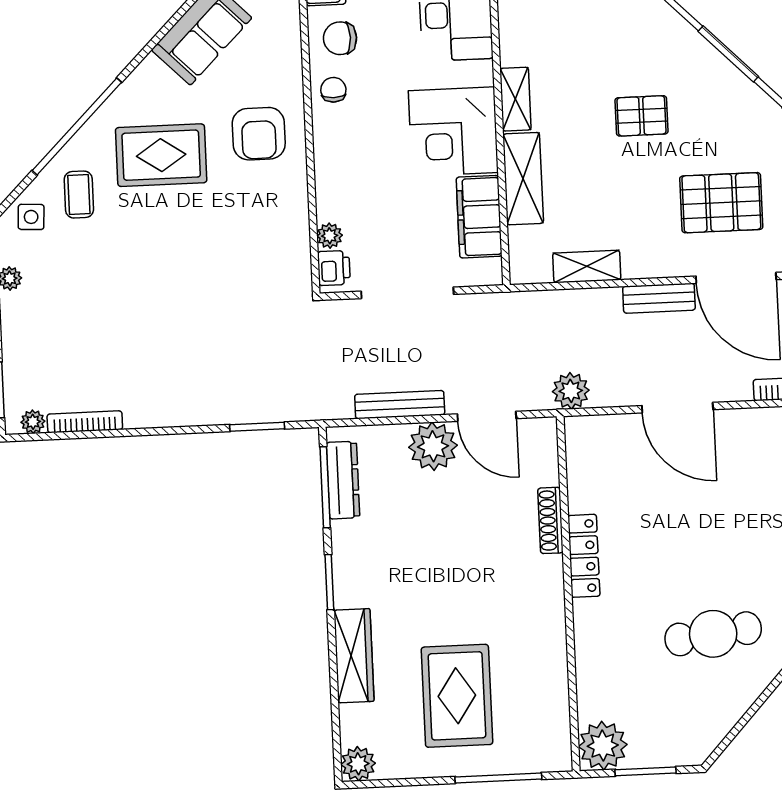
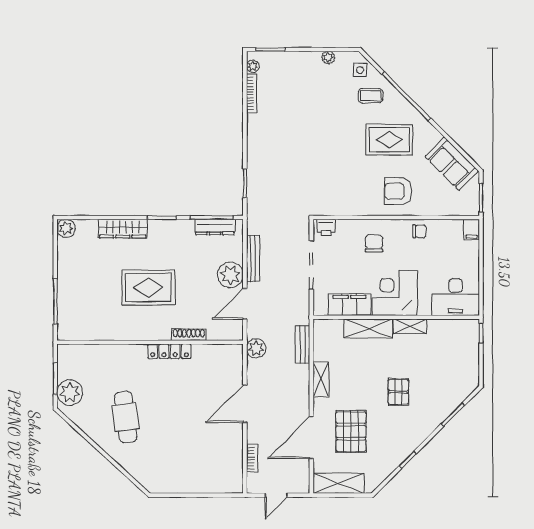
chair: (340, 38) -> (374, 243), moved
rug: (161, 155) -> (389, 140), turned 90
plant: (330, 236) -> (343, 226), removed
shelving: (587, 266) -> (321, 379), moved
bench: (659, 298) -> (303, 344), moved
rug: (457, 696) -> (148, 288), moved
plant: (603, 746) -> (70, 392), moved

